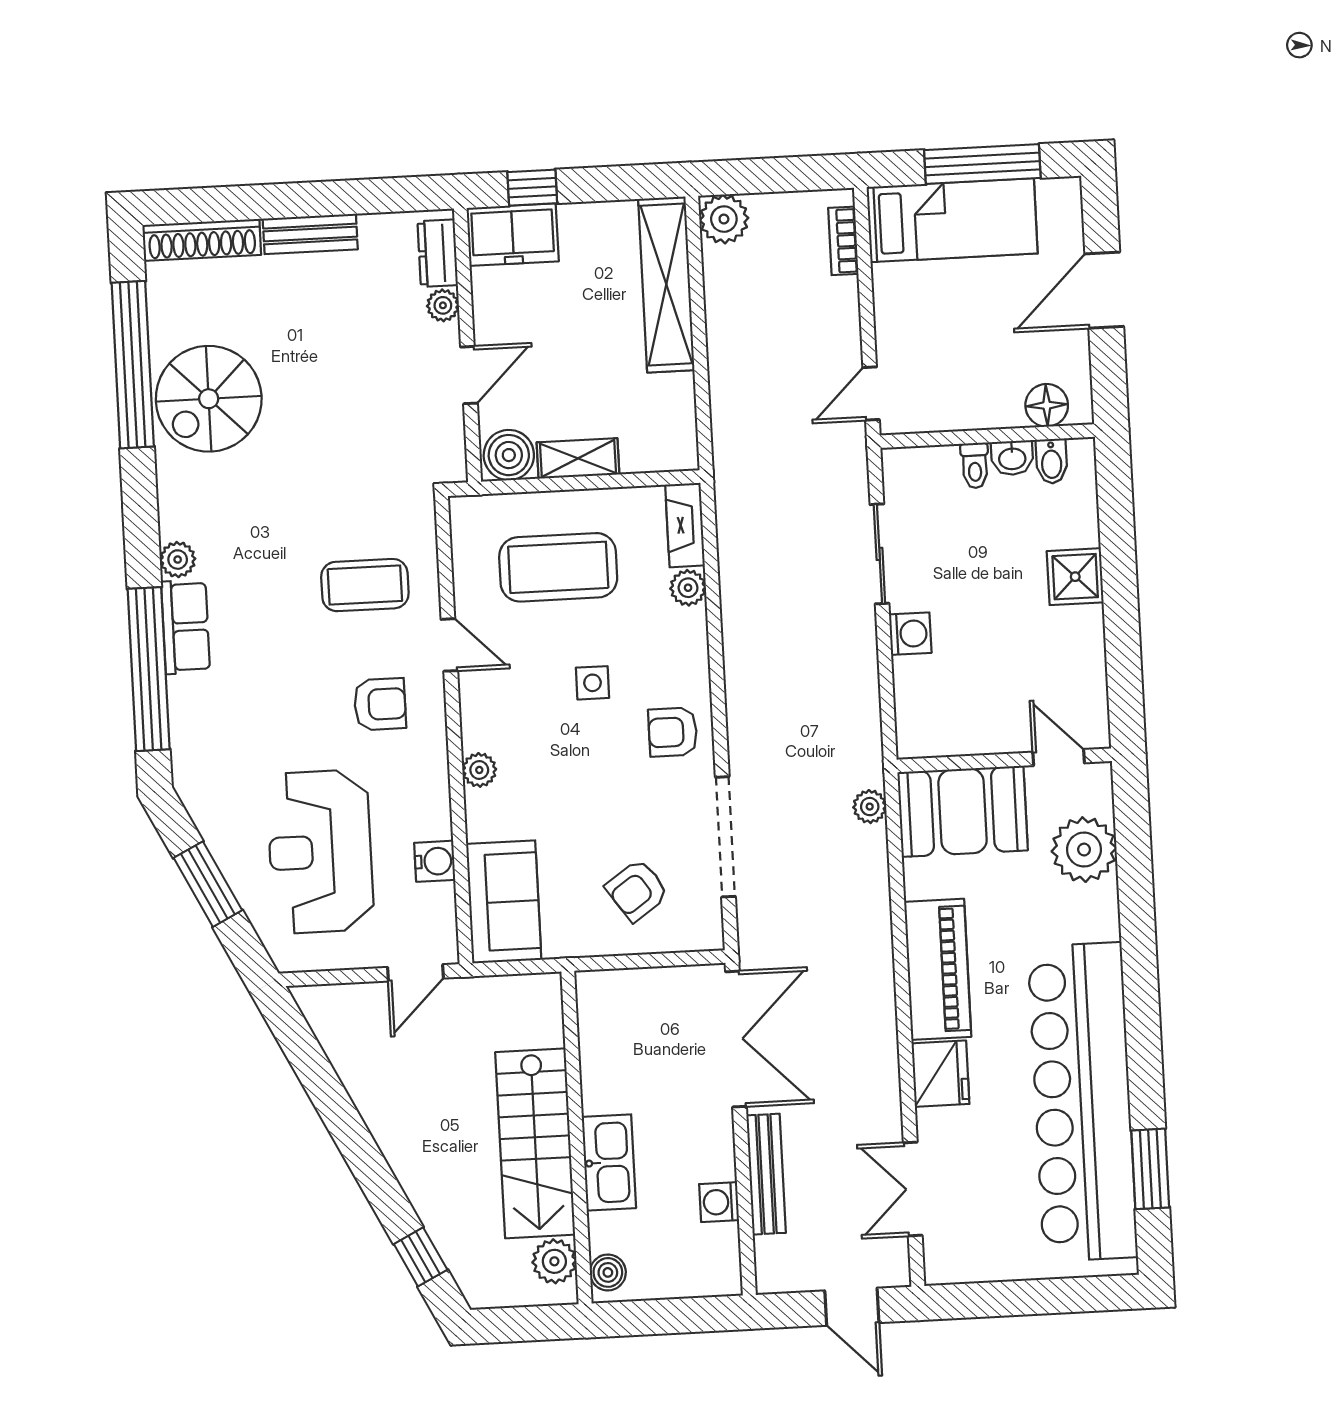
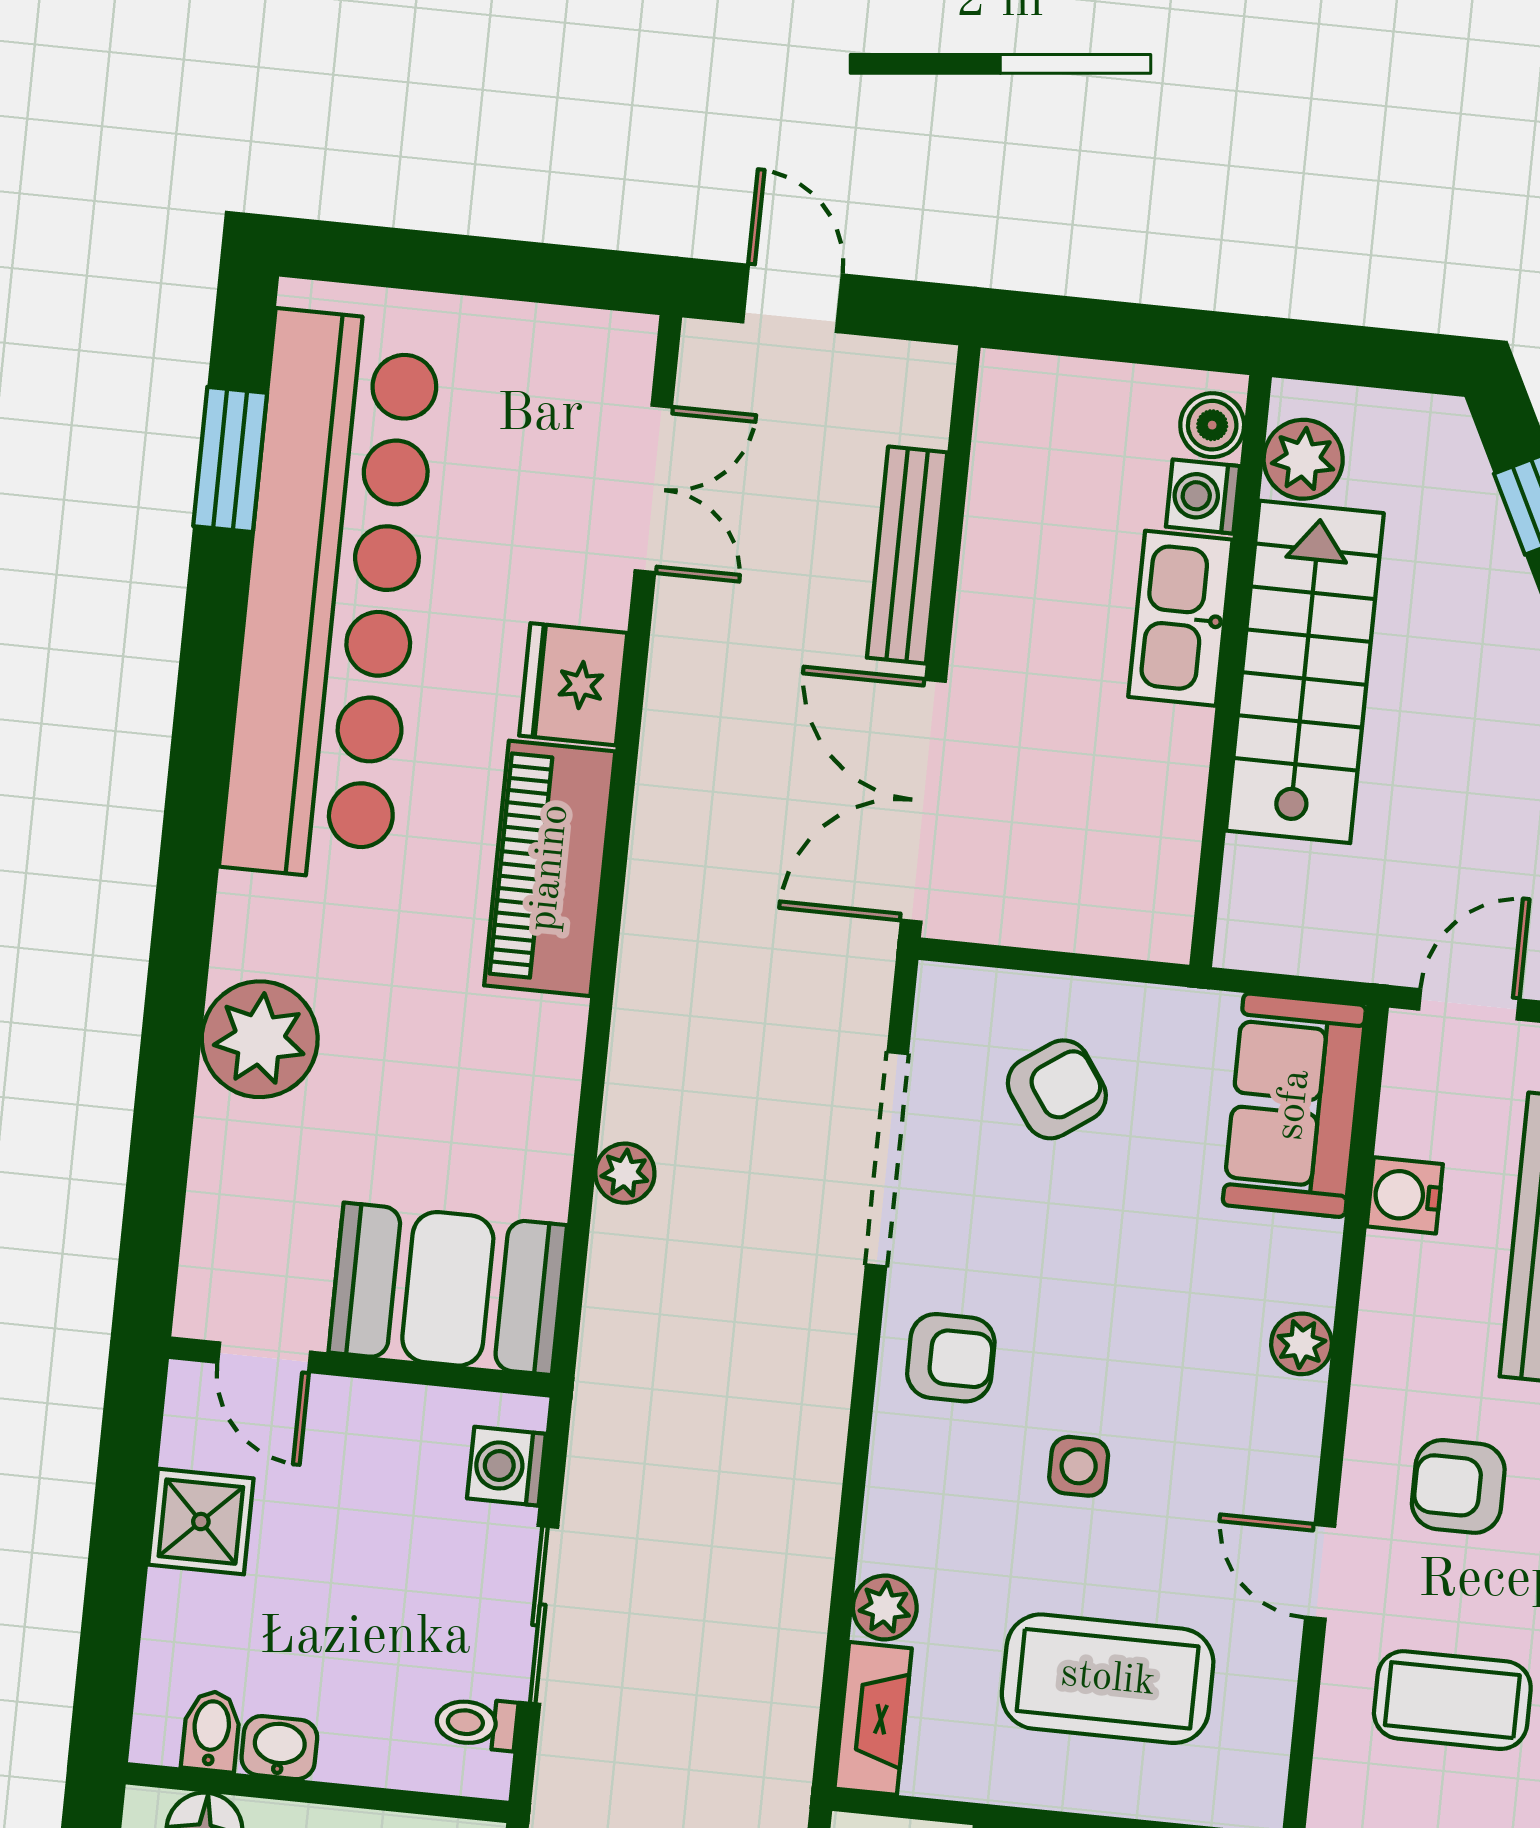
toilet: (975, 466) -> (476, 1723), moved, turned -90
door: (1059, 758) -> (264, 1357), moved
wall: (1004, 760) -> (360, 1367), moved
booth: (963, 811) -> (448, 1289), moved
washing machine: (719, 1202) -> (1203, 496), moved, turned 180

